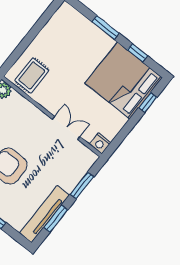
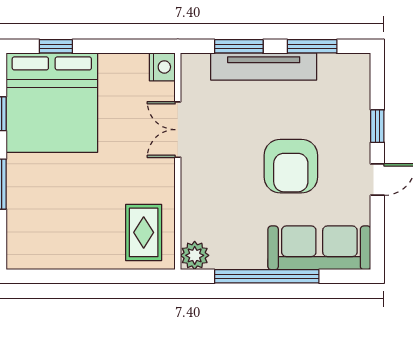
rug: (32, 75) -> (144, 232), turned 90
tv unit: (44, 214) -> (264, 67), moved

